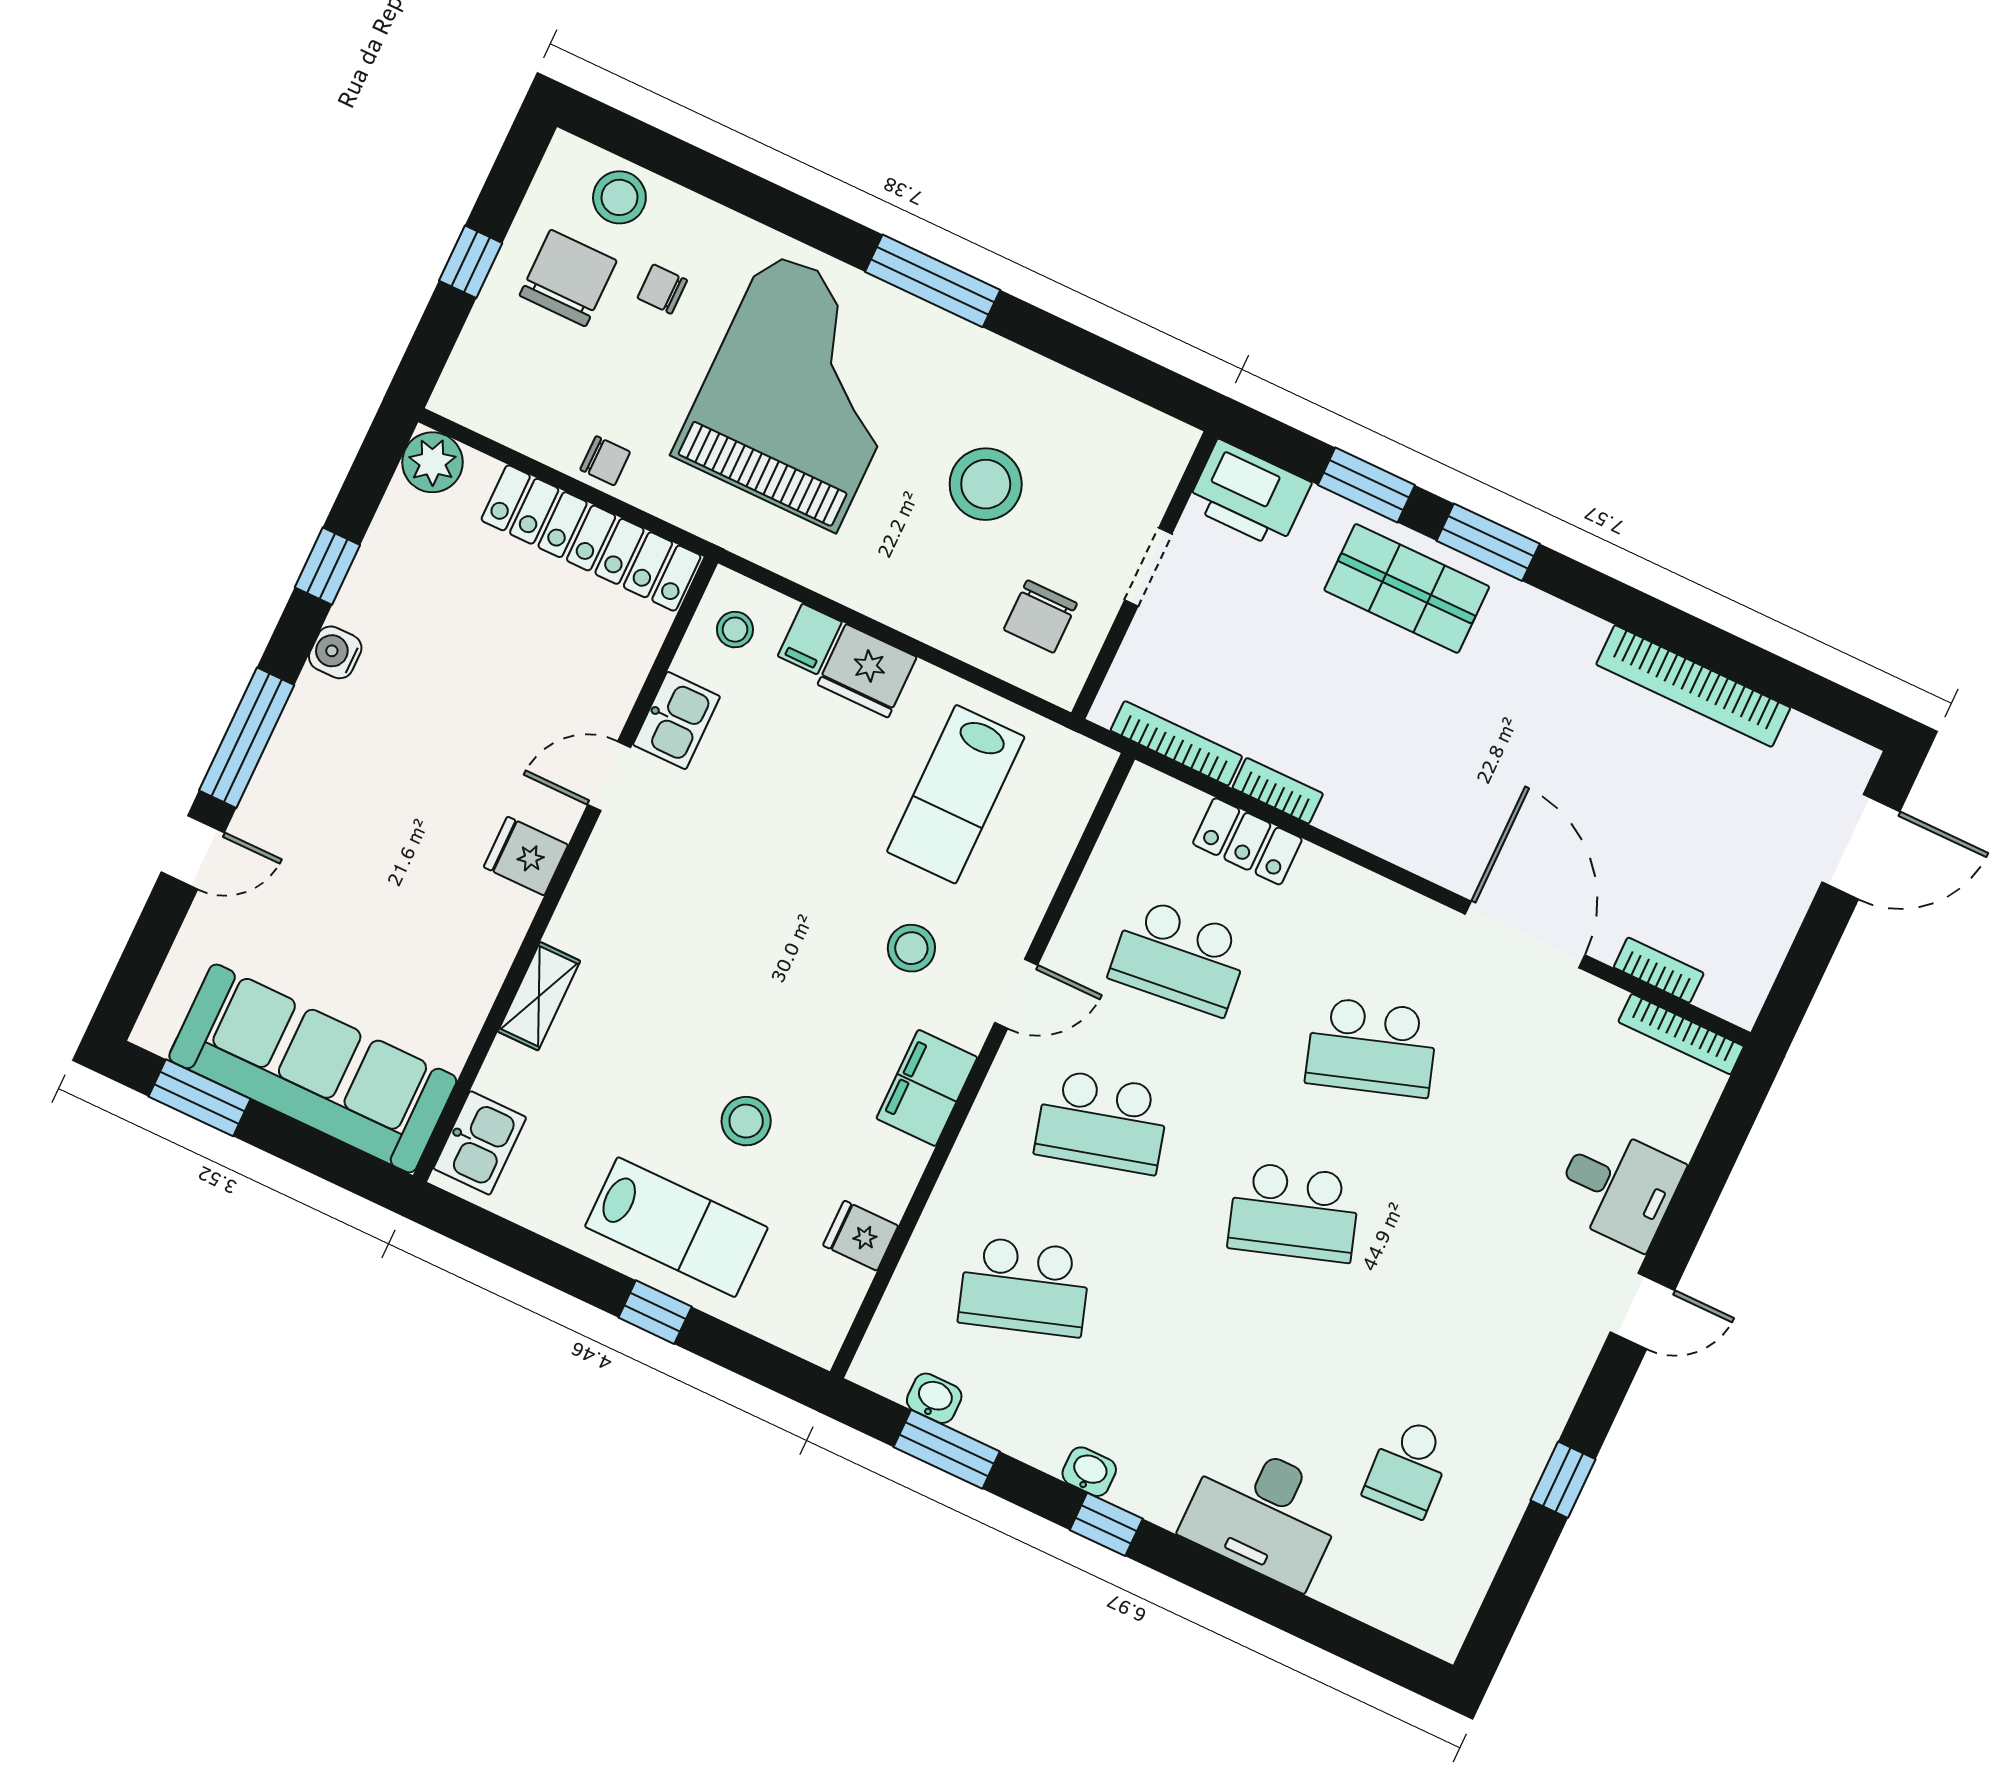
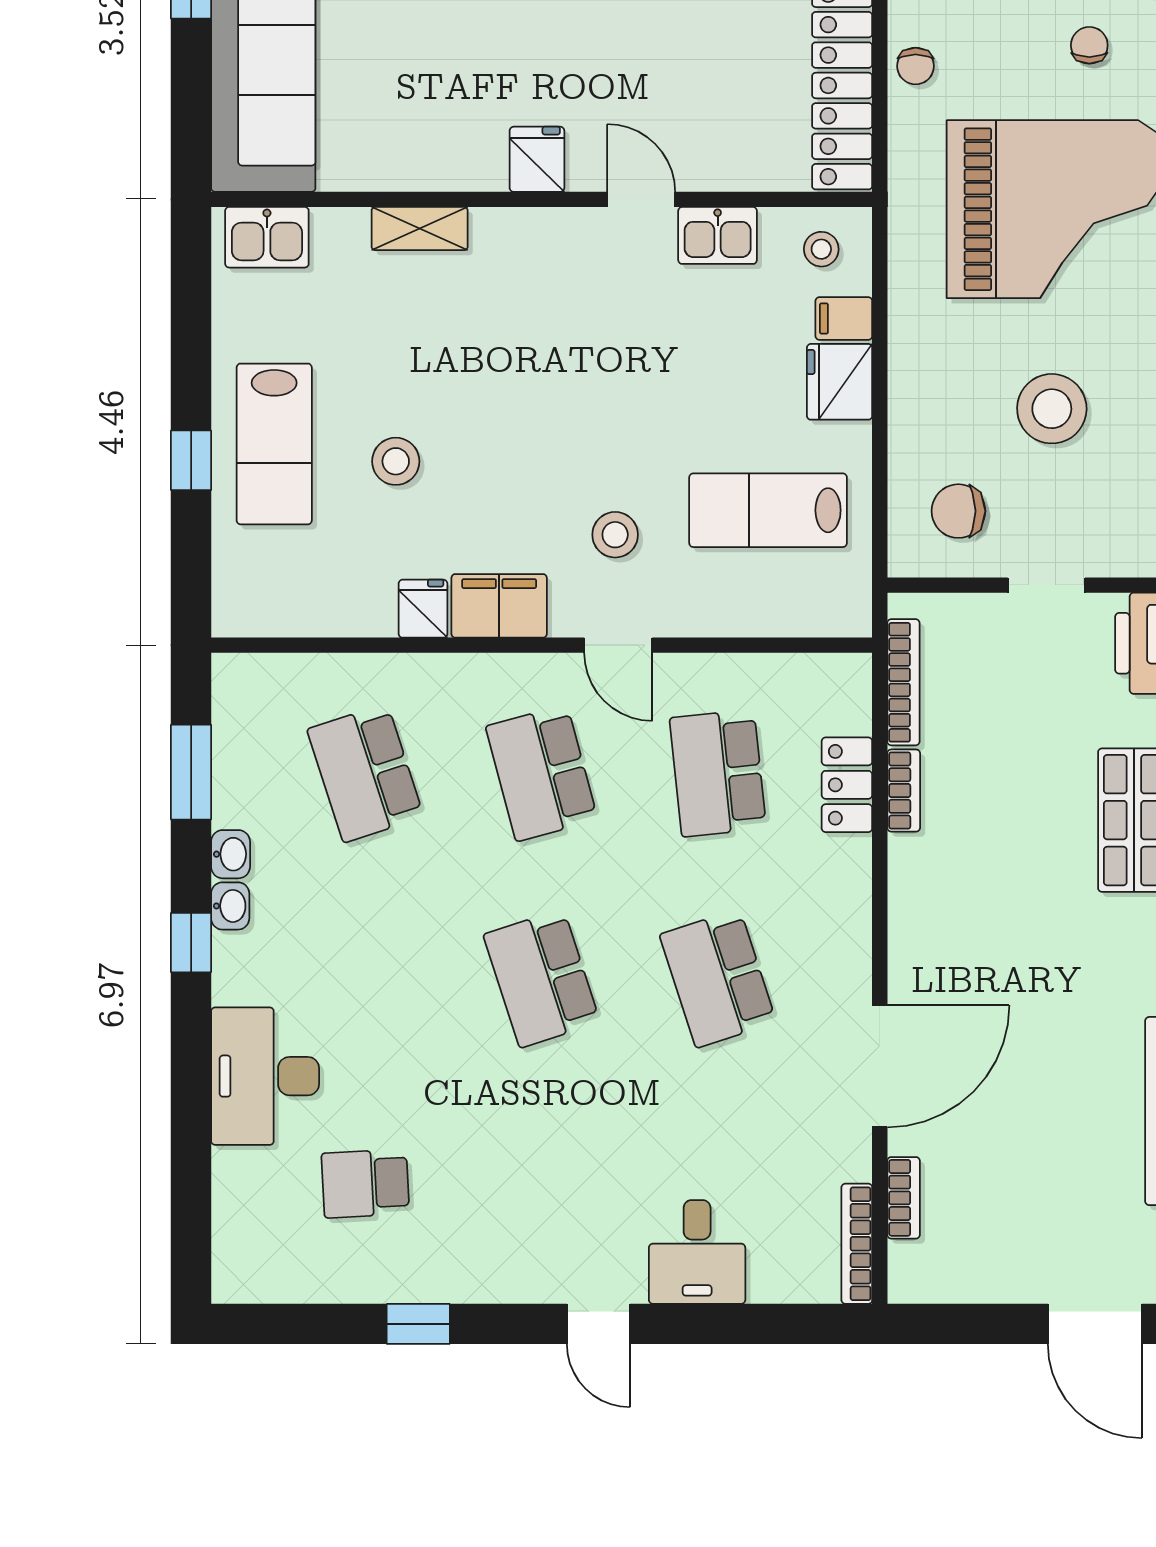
fridge: (861, 1236) -> (423, 609), moved
washbasin: (934, 1398) -> (231, 854), moved

